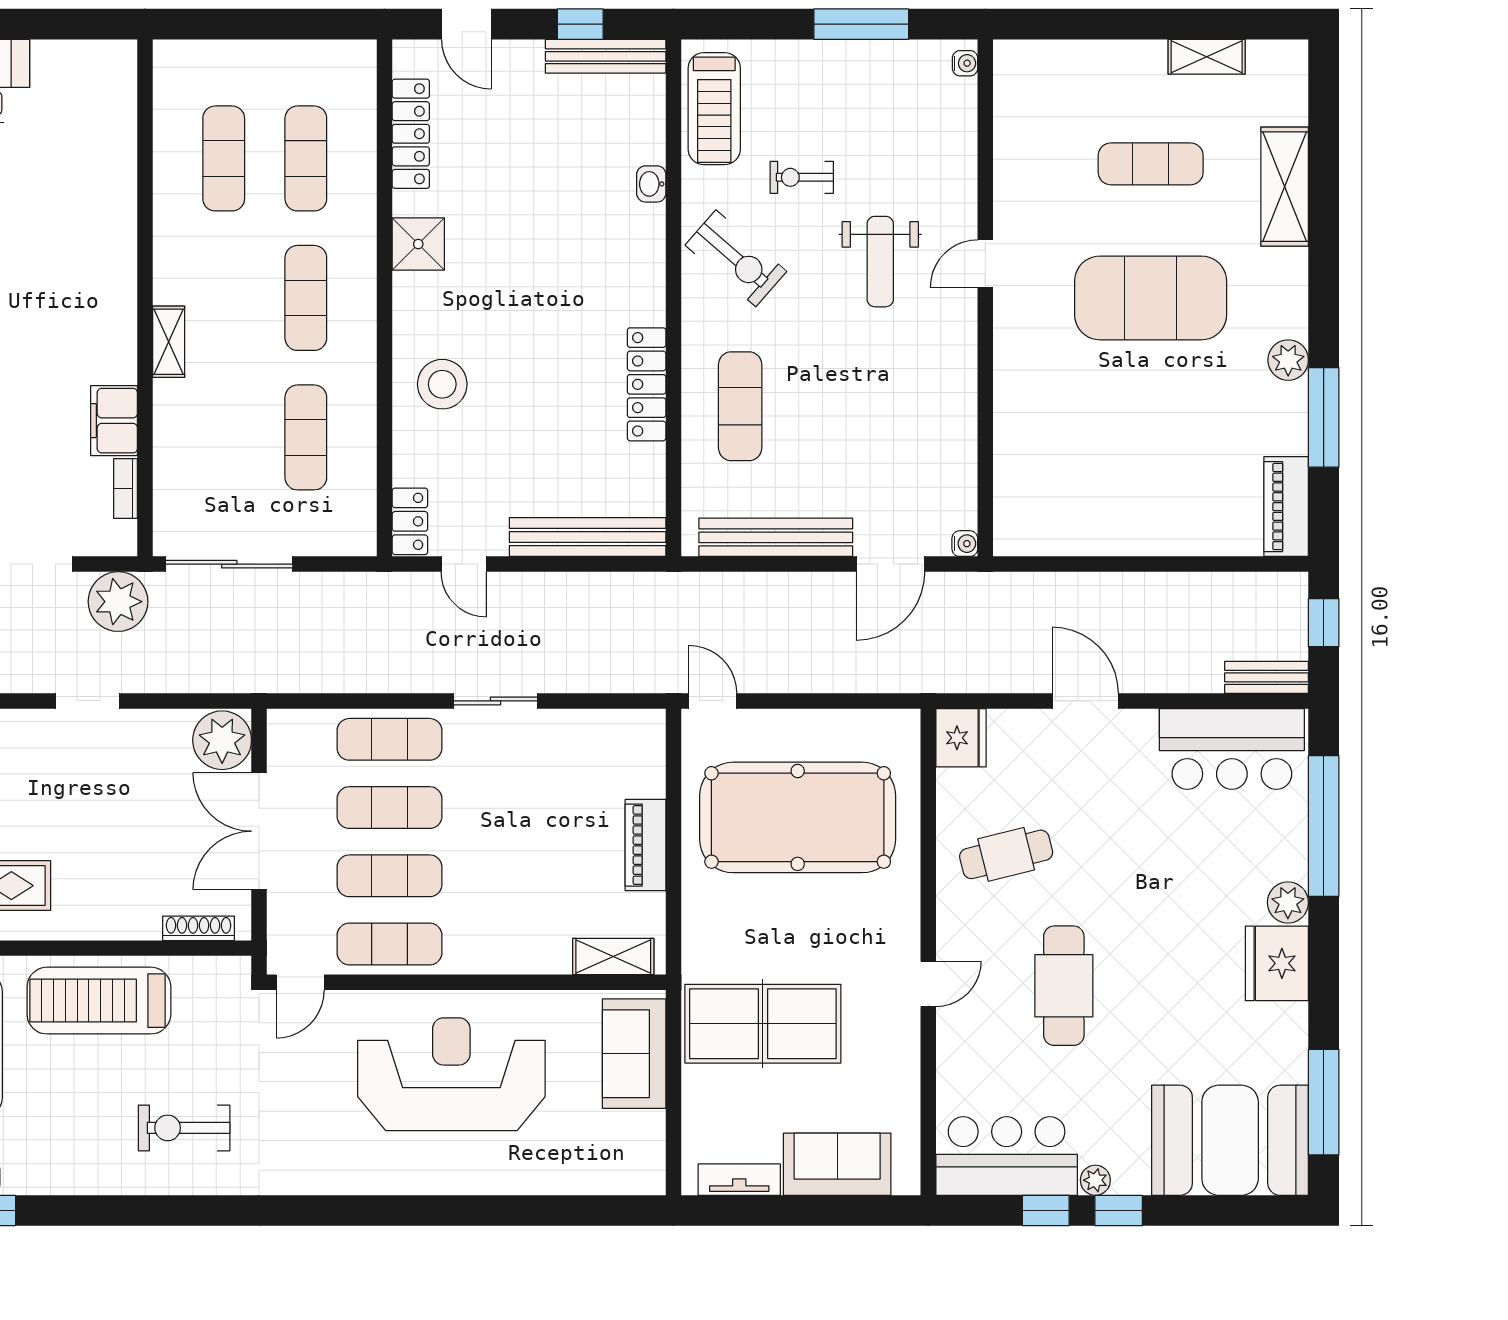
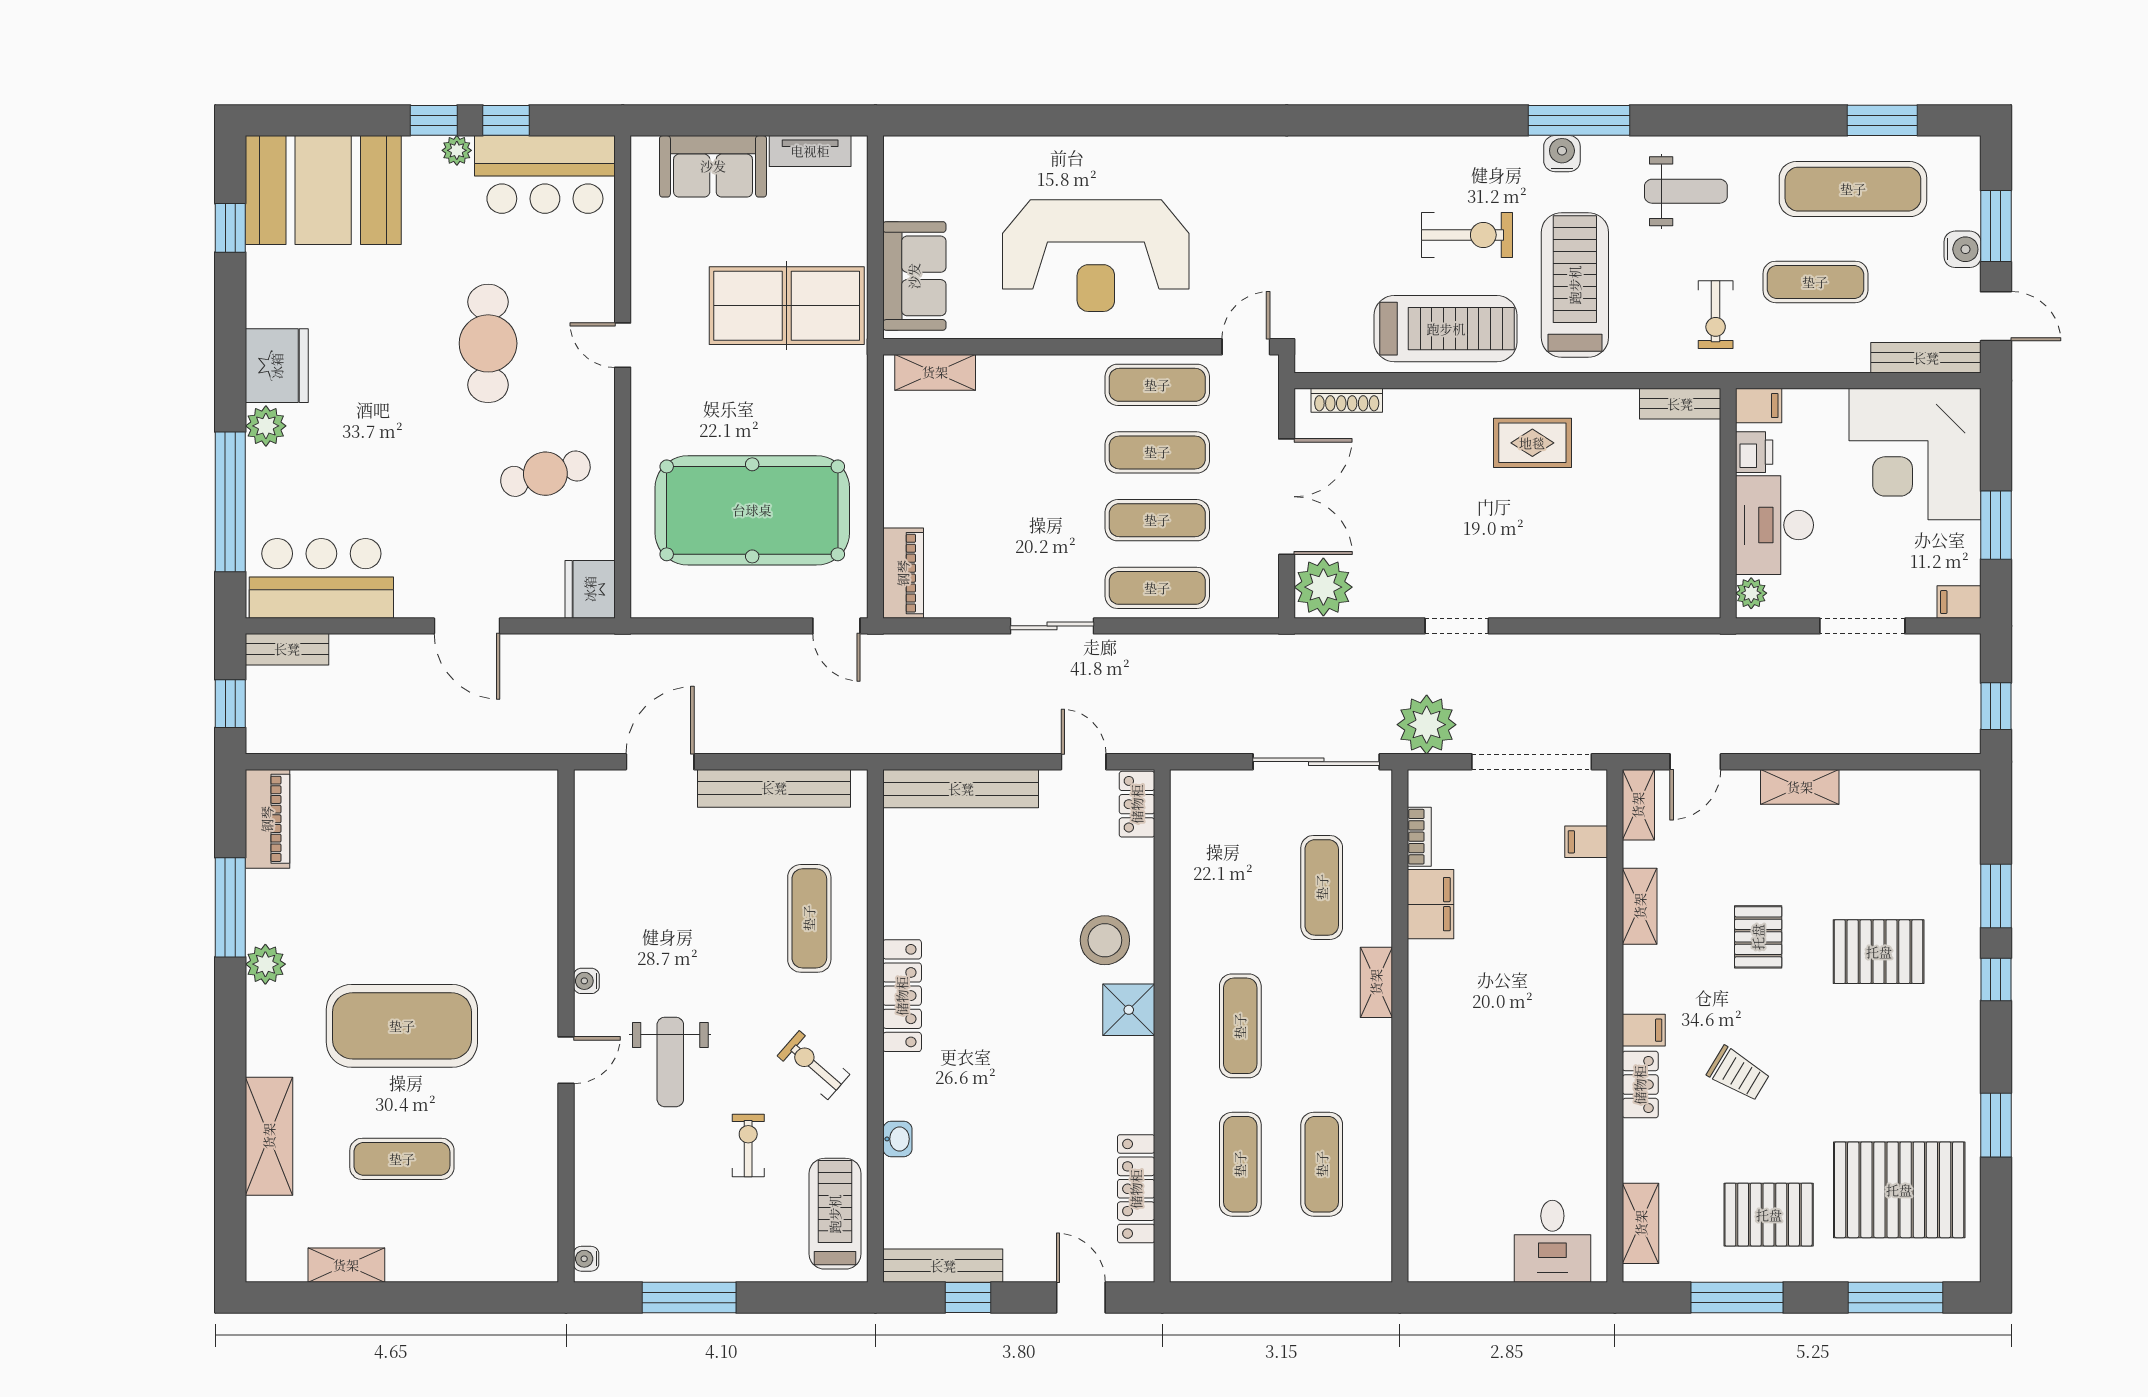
exercise bike: (802, 177) -> (748, 1146), turned -90
shower: (418, 244) -> (1129, 1010), moved
exercise bike: (736, 258) -> (814, 1065), width x0.73, depth x0.72
weight bench: (880, 262) -> (670, 1062), turned 180
locker: (647, 384) -> (902, 996), moved
exercise mat: (306, 437) -> (1322, 887), moved
water cooler: (965, 544) -> (586, 981), moved
piano: (645, 845) -> (903, 573), moved
door: (928, 984) -> (623, 345), hinge flipped
window: (1324, 1102) -> (230, 228), width x0.46
exercise bike: (184, 1128) -> (1467, 235), moved

